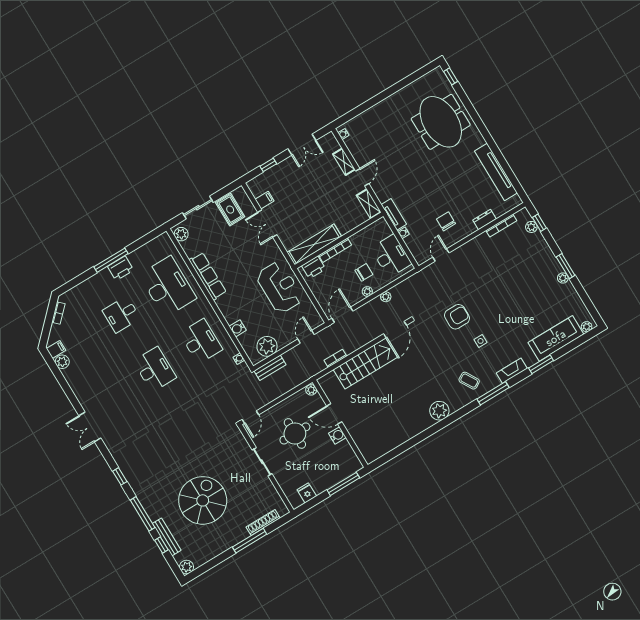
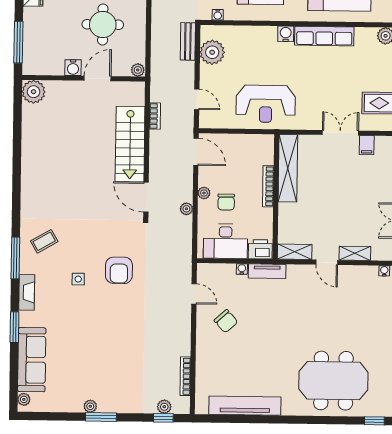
dresser: (484, 220) -> (203, 363), removed
chair: (446, 221) -> (226, 321), turned 48
printer: (314, 267) -> (260, 249), moved, turned 90
water cooler: (238, 328) -> (286, 34), moved
plant: (439, 411) -> (34, 92), moved

